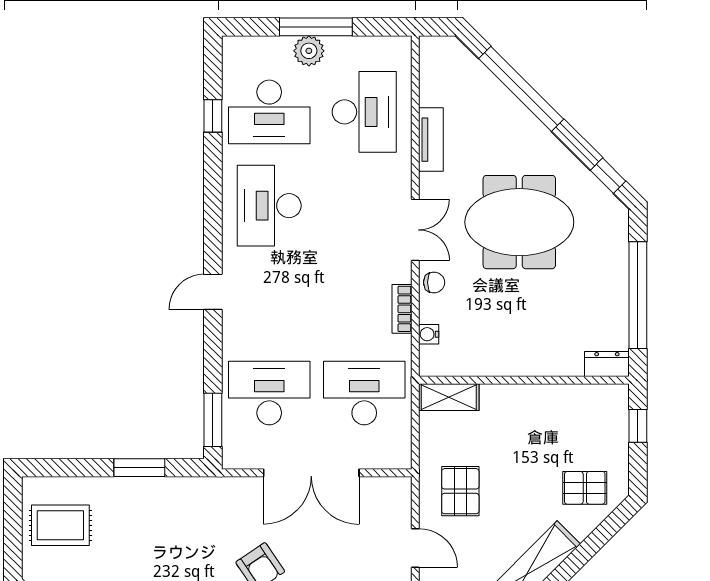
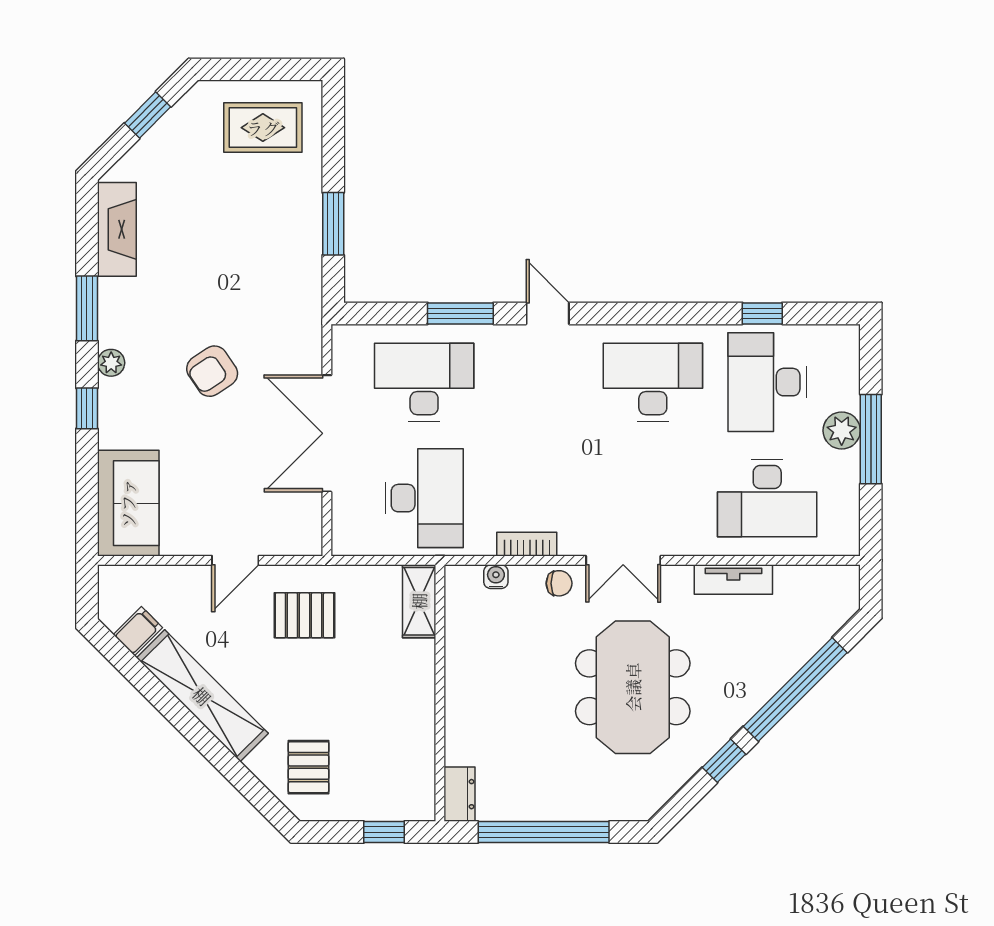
window: (608, 176) -> (724, 761), moved
chair: (434, 282) -> (559, 583), turned -90
desk: (269, 393) -> (424, 382), turned -90
window: (213, 420) -> (460, 313), moved
rug: (60, 525) -> (263, 128), turned 90

